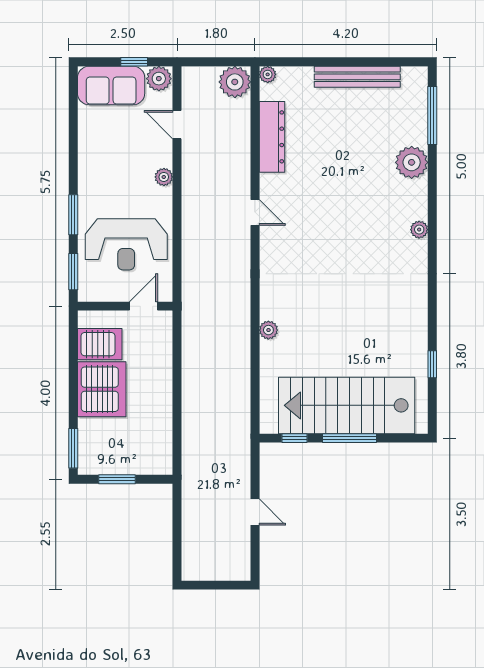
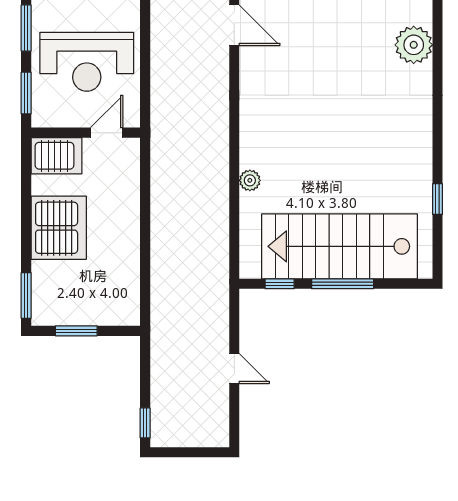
door: (255, 212) -> (234, 25), width x1.38
plant: (419, 230) -> (414, 45), width x1.88, depth x1.88
plant: (268, 330) -> (250, 180), moved
server rack: (100, 344) -> (57, 156), moved
window: (177, 560) -> (145, 423), added

